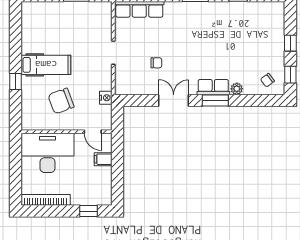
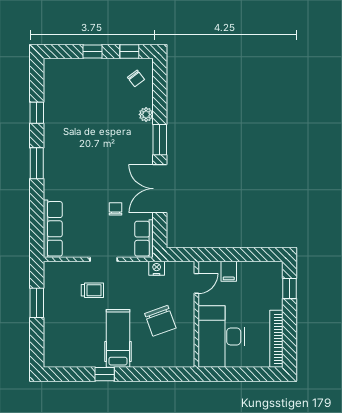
trolley: (87, 43) -> (92, 290), added
window: (16, 81) -> (105, 374), moved
row of seats: (213, 87) -> (144, 239), moved
double door: (174, 101) -> (160, 189), width x1.37

